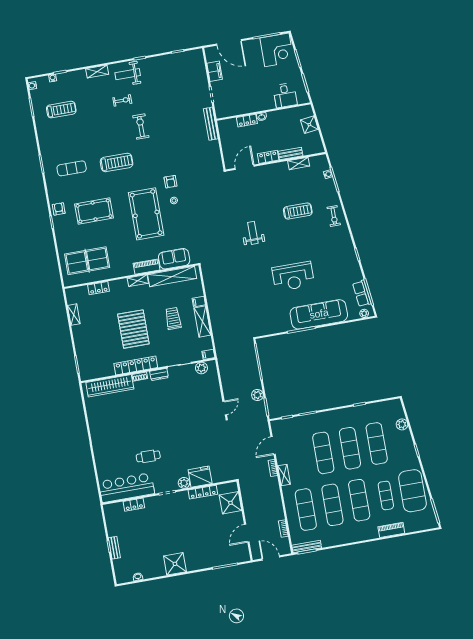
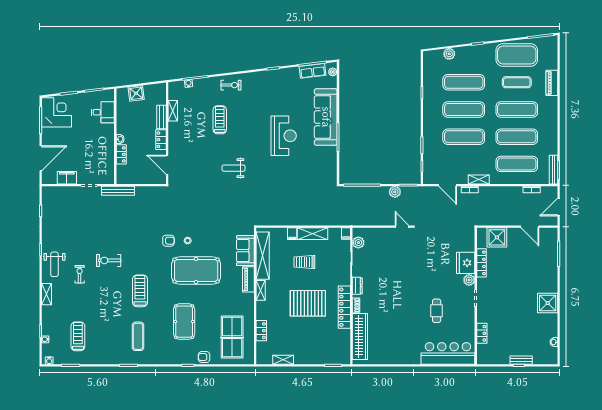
armchair: (59, 209) -> (204, 357), moved
bar counter: (127, 488) -> (448, 353), moved, turned 90

